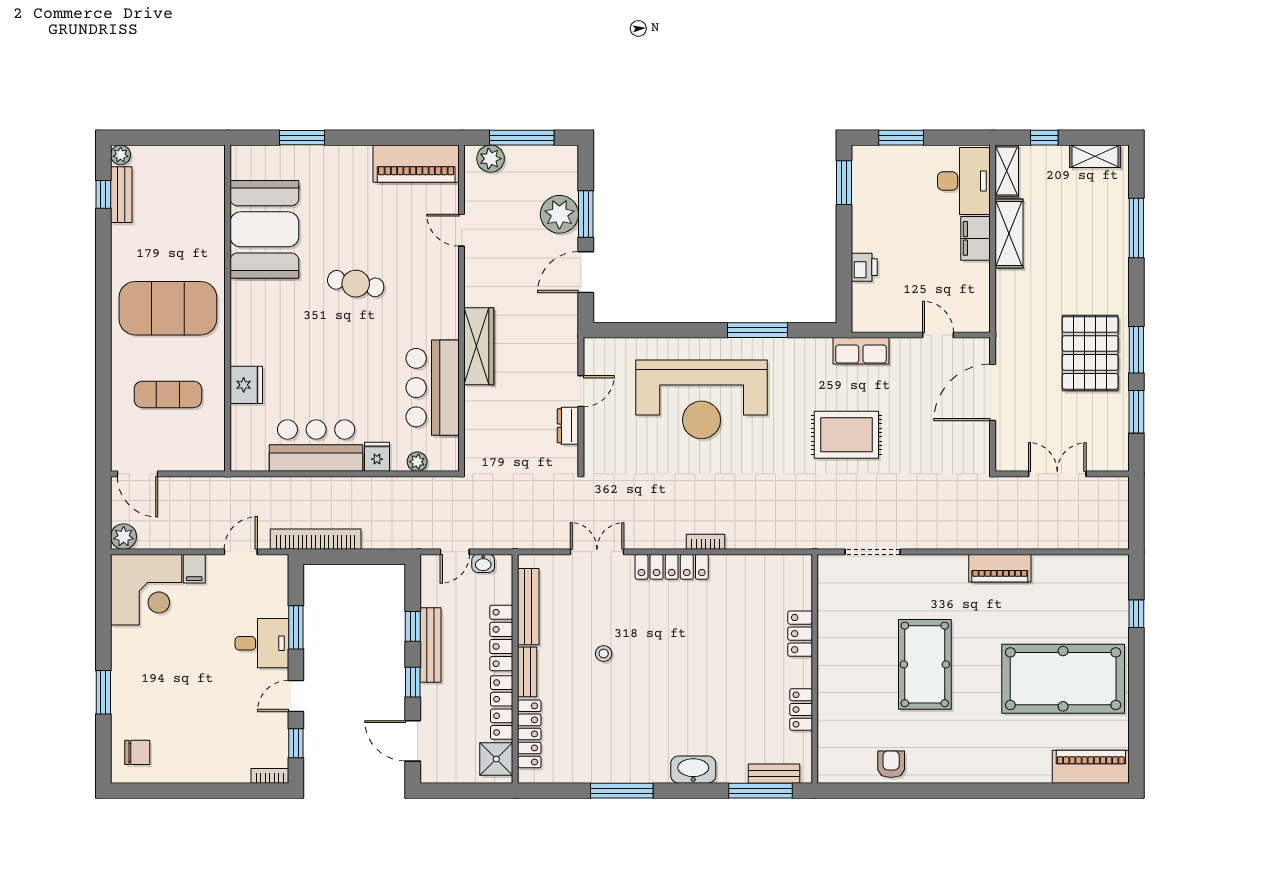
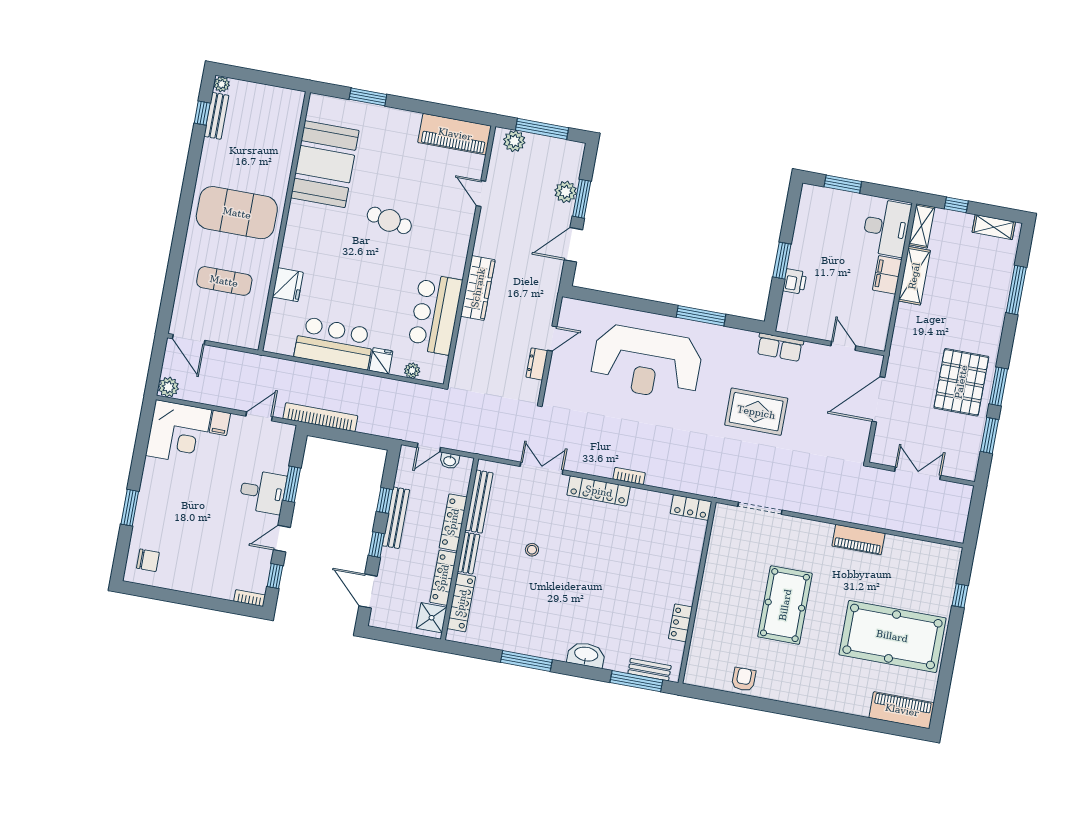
window: (844, 183) -> (782, 261), moved
plant: (559, 214) -> (566, 192), width x0.73, depth x0.73
locker: (800, 634) -> (691, 508), moved, turned -90

